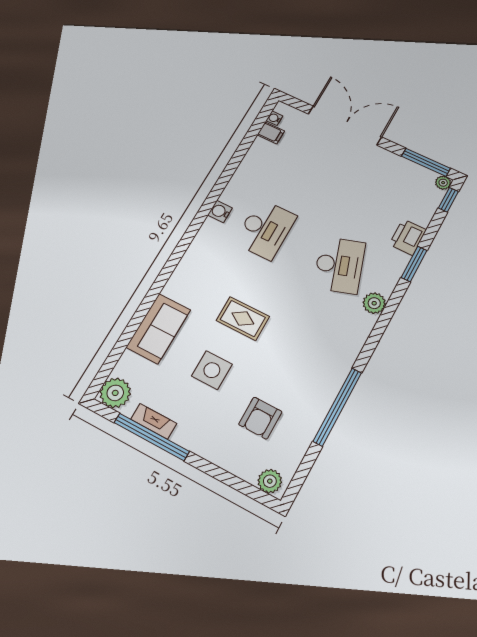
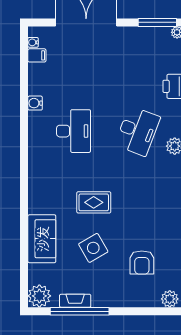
water cooler: (220, 211) -> (35, 103), moved
desk: (339, 265) -> (138, 131), turned 39
side table: (212, 370) -> (93, 248), turned -30

